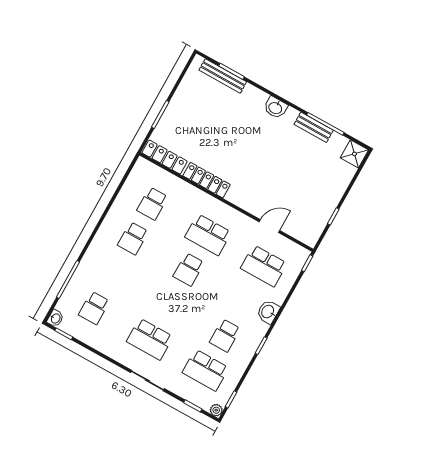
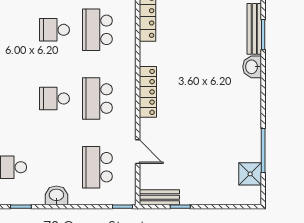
washbasin: (275, 108) -> (252, 67), moved
bench: (314, 127) -> (159, 197), moved, turned 90
shower: (354, 154) -> (250, 174), moved
locker: (207, 180) -> (148, 92), moved
school desk: (152, 204) -> (97, 30), width x1.85

